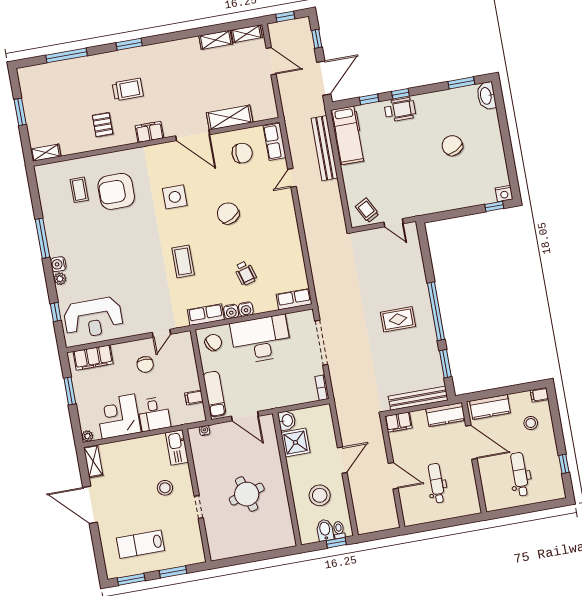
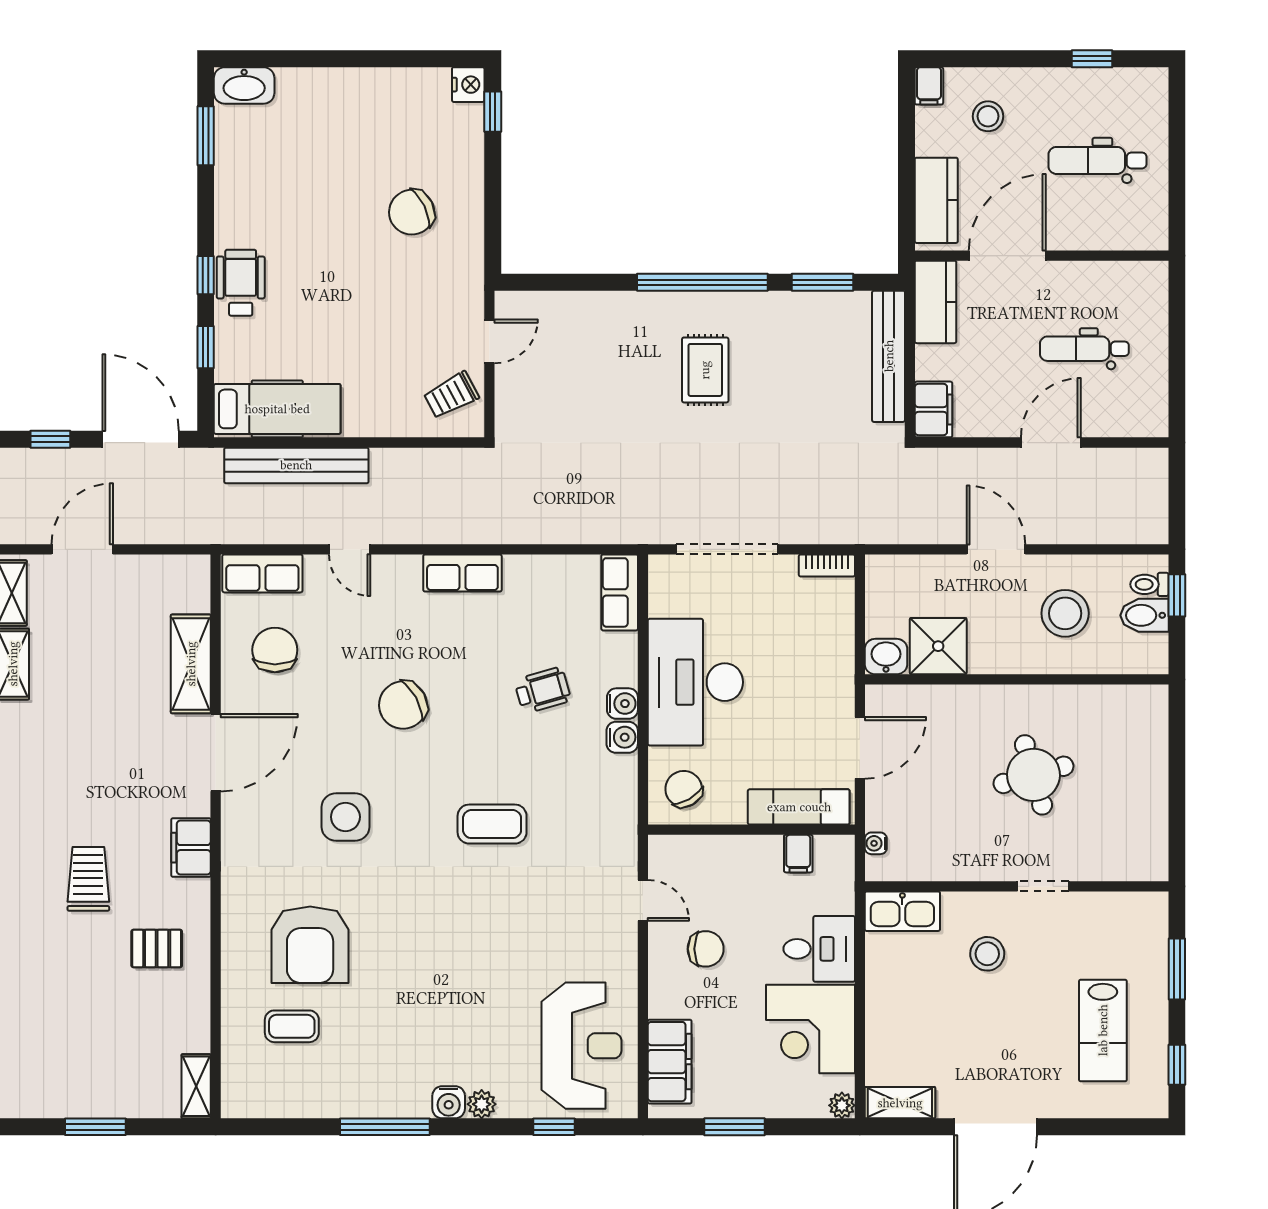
chair: (452, 146) -> (412, 212), moved
row of seats: (206, 315) -> (462, 573), moved, turned -90
window: (131, 579) -> (1177, 1065), width x0.67

